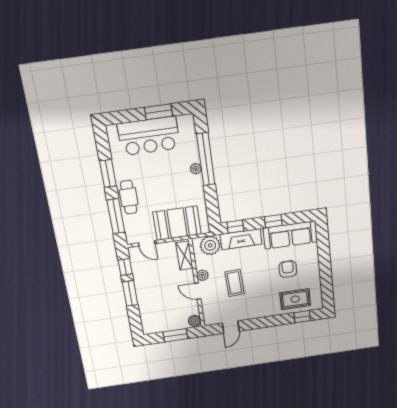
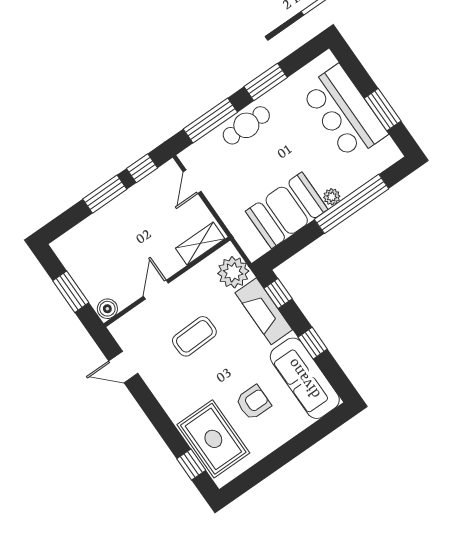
booth: (177, 223) -> (287, 210), moved, turned 90
plant: (203, 275) -> (183, 284), removed
rug: (295, 299) -> (213, 439), width x1.36, depth x1.43

